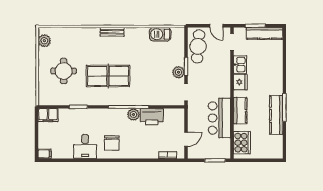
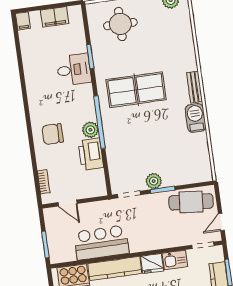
barbecue: (160, 34) -> (195, 118), moved
round table: (64, 71) -> (120, 24), moved
table tennis table: (108, 76) -> (136, 90), turned 90
kitchen counter: (240, 111) -> (115, 268), width x1.50
filing cabinet: (48, 115) -> (55, 17), moved, turned -90
chair: (112, 143) -> (53, 134), moved
desk: (85, 146) -> (74, 70), moved, turned 180

